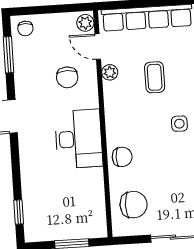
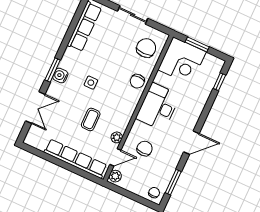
door: (98, 47) -> (115, 157), hinge flipped
chair: (122, 157) -> (137, 81), turned -90
chair: (134, 205) -> (146, 48), turned 90
corner desk: (80, 213) -> (182, 61), added

